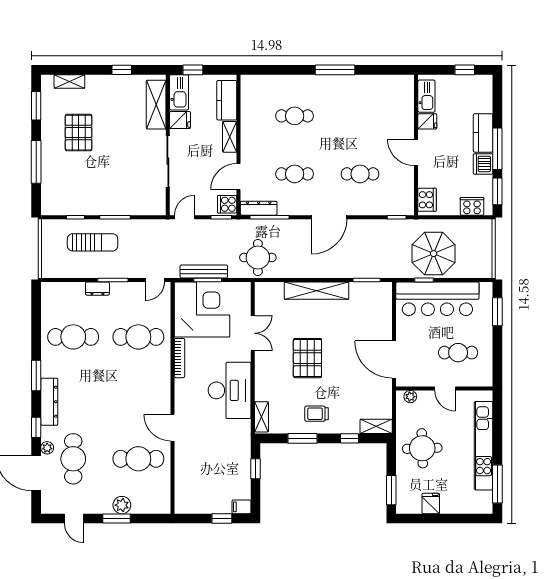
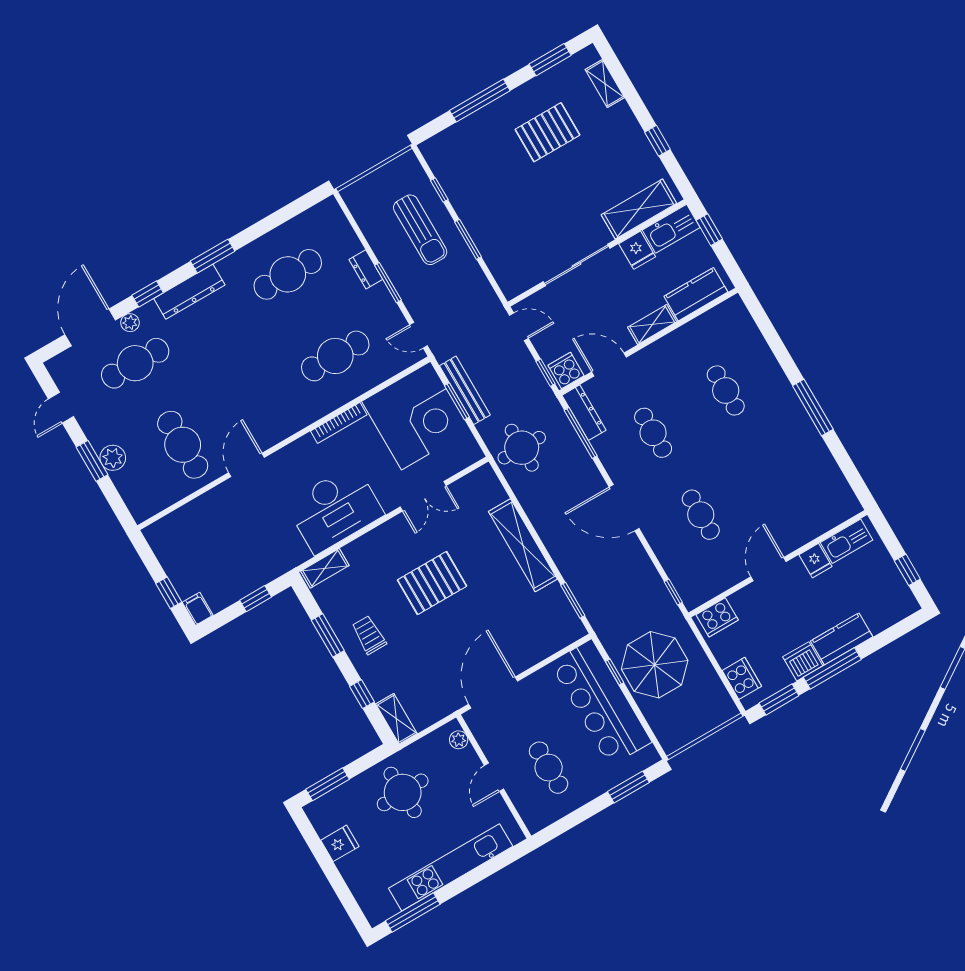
cafe table: (73, 337) -> (288, 274), turned 90
cafe table: (138, 337) -> (335, 356), turned 90

